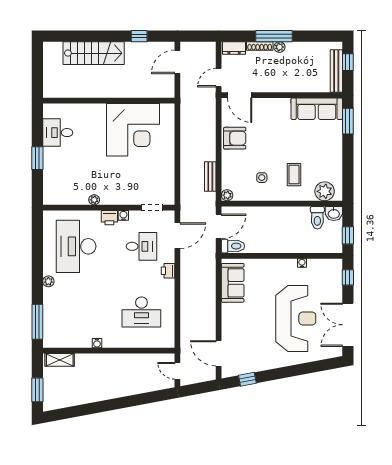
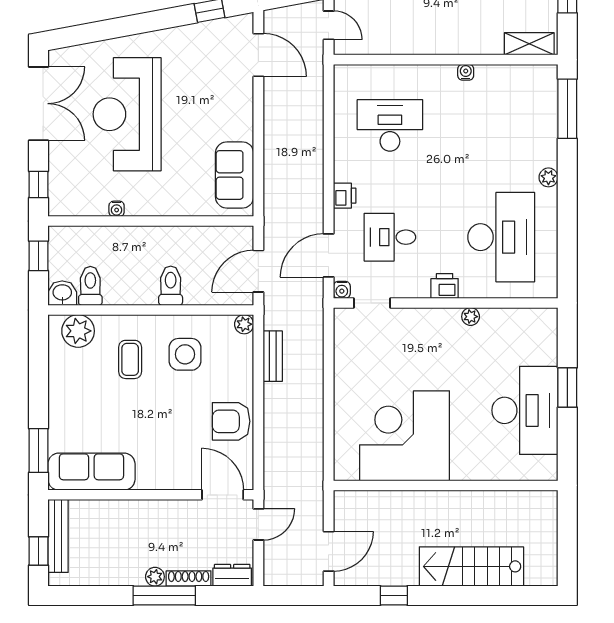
desk: (58, 133) -> (525, 410), width x1.87, depth x1.30
side table: (262, 178) -> (185, 354), width x1.87, depth x1.87
water cooler: (123, 215) -> (342, 290), moved
toilet: (233, 246) -> (171, 286), moved, turned 90

